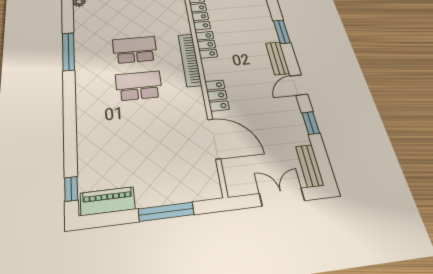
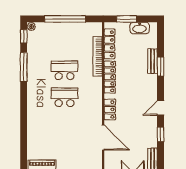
locker: (206, 45) -> (110, 77), width x1.53
bench: (277, 58) -> (152, 61), moved
bookcase: (190, 60) -> (98, 56), moved
window: (71, 189) -> (24, 36), moved

